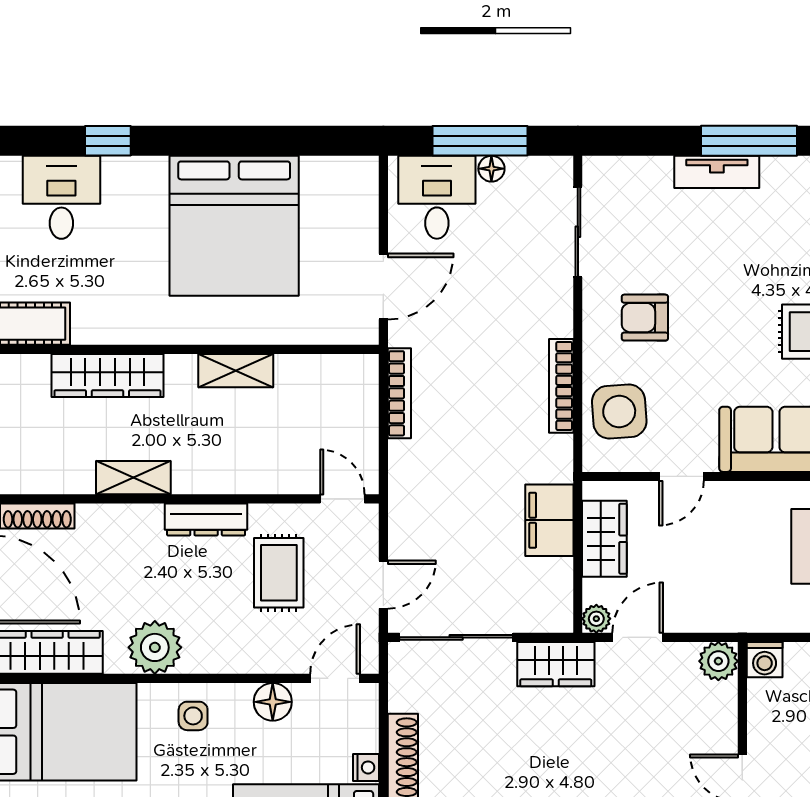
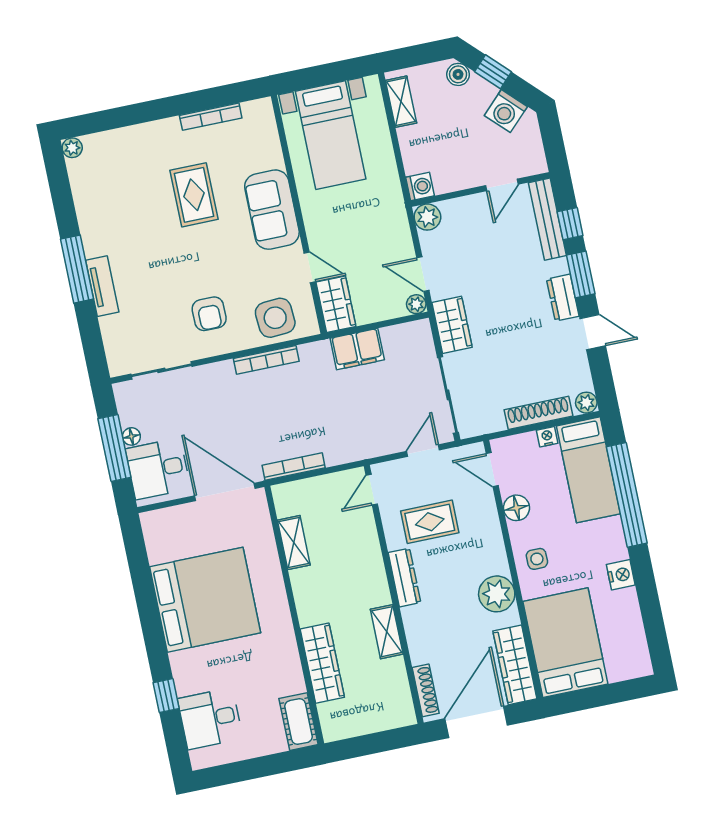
door: (383, 287) -> (225, 492), width x1.36
shelving: (236, 371) -> (294, 543), moved
wardrobe: (604, 539) -> (336, 304), moved, turned 90
door: (383, 585) -> (423, 451), hinge flipped

